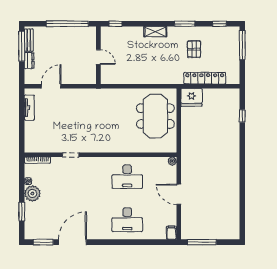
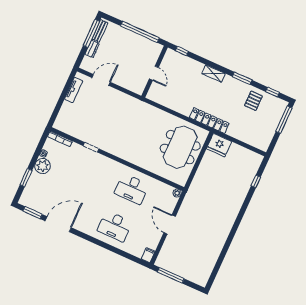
pallet: (194, 49) -> (253, 101), moved
locker: (205, 78) -> (209, 121), moved

